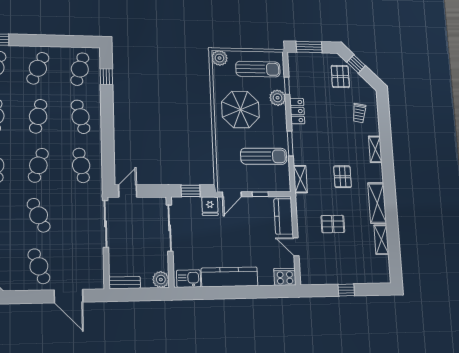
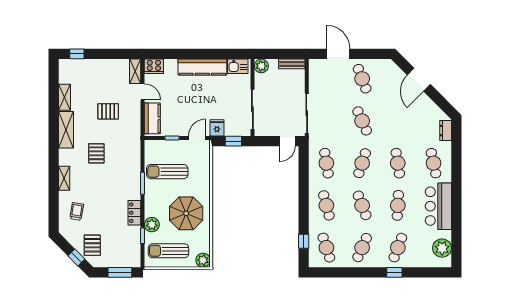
cafe table: (80, 69) -> (326, 248), turned -33
cafe table: (38, 116) -> (362, 205), turned -33
shelving: (300, 179) -> (135, 71), moved
window: (346, 290) -> (77, 54), moved

